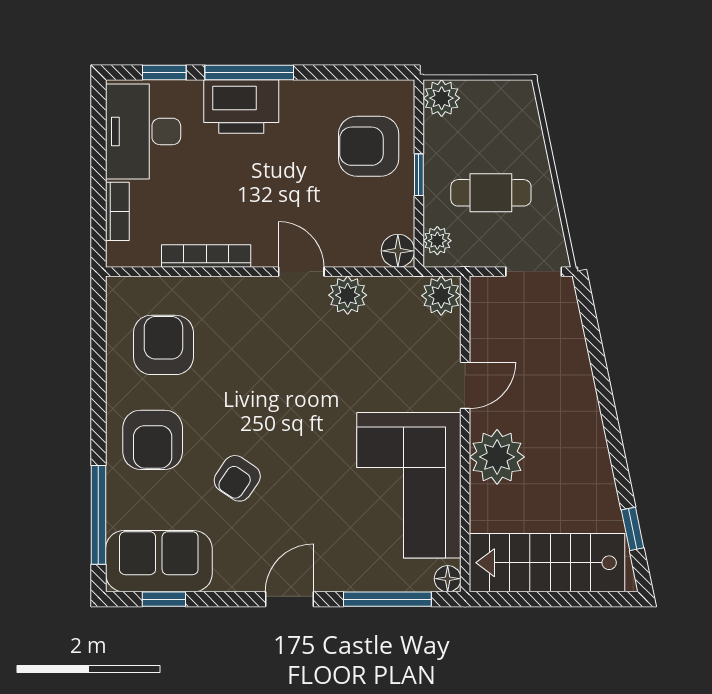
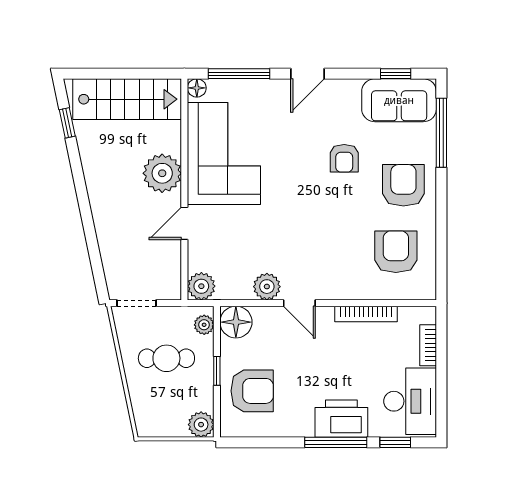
floor lamp: (398, 251) -> (236, 322), width x1.38, depth x1.38
armchair: (163, 345) -> (396, 252), turned 180
armchair: (237, 478) -> (344, 158), turned 146

